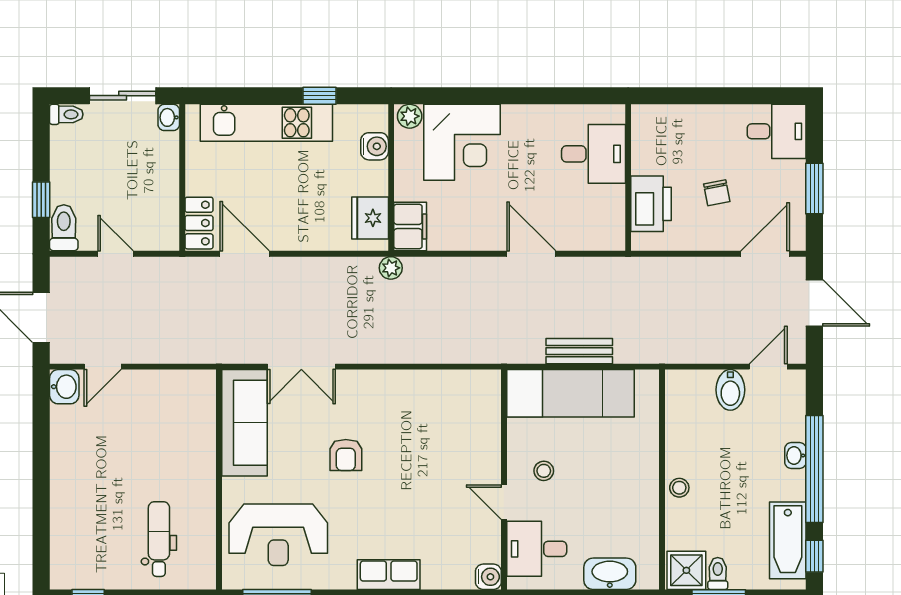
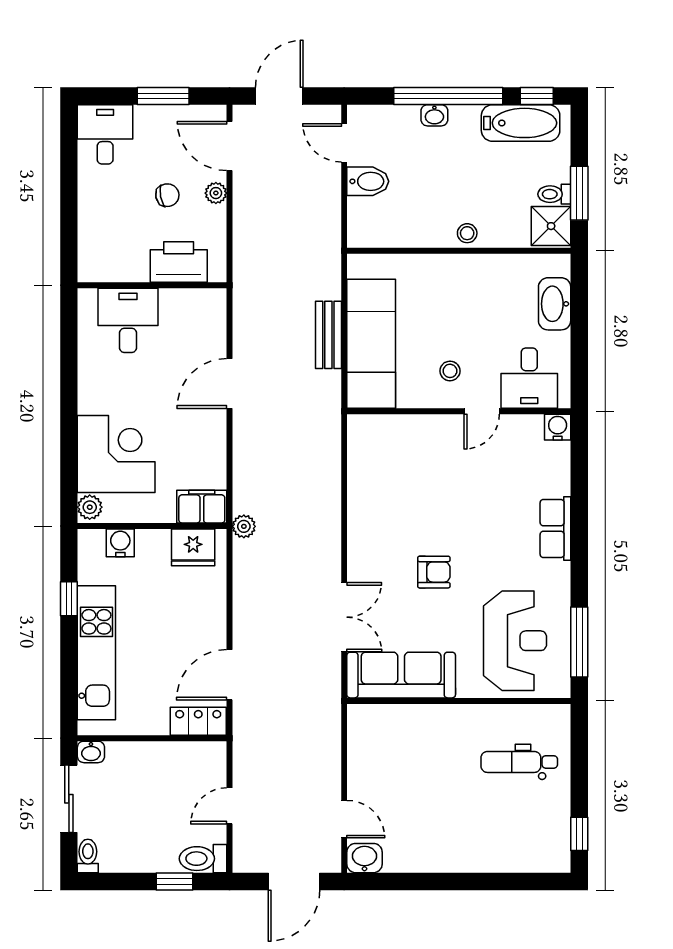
plant: (719, 240) -> (216, 193), added

